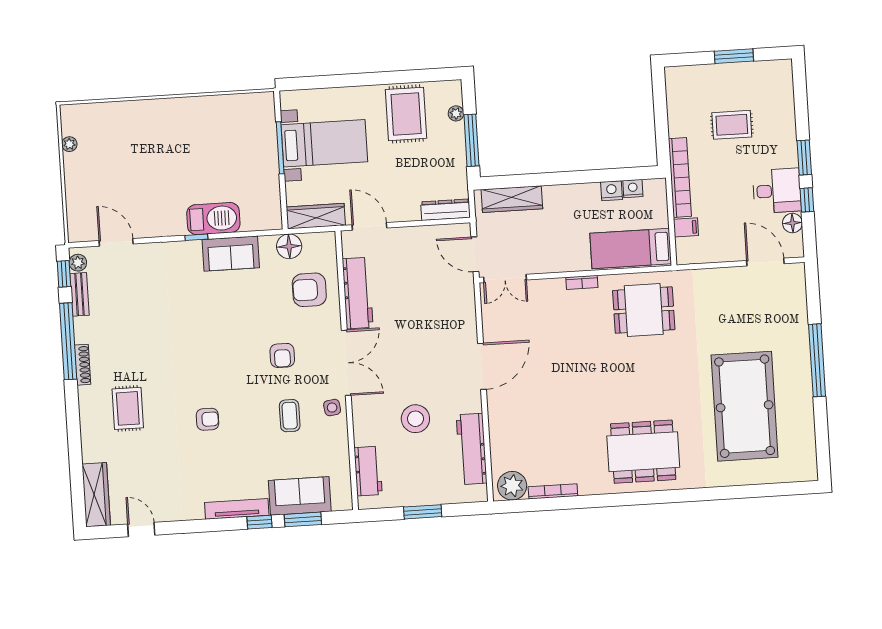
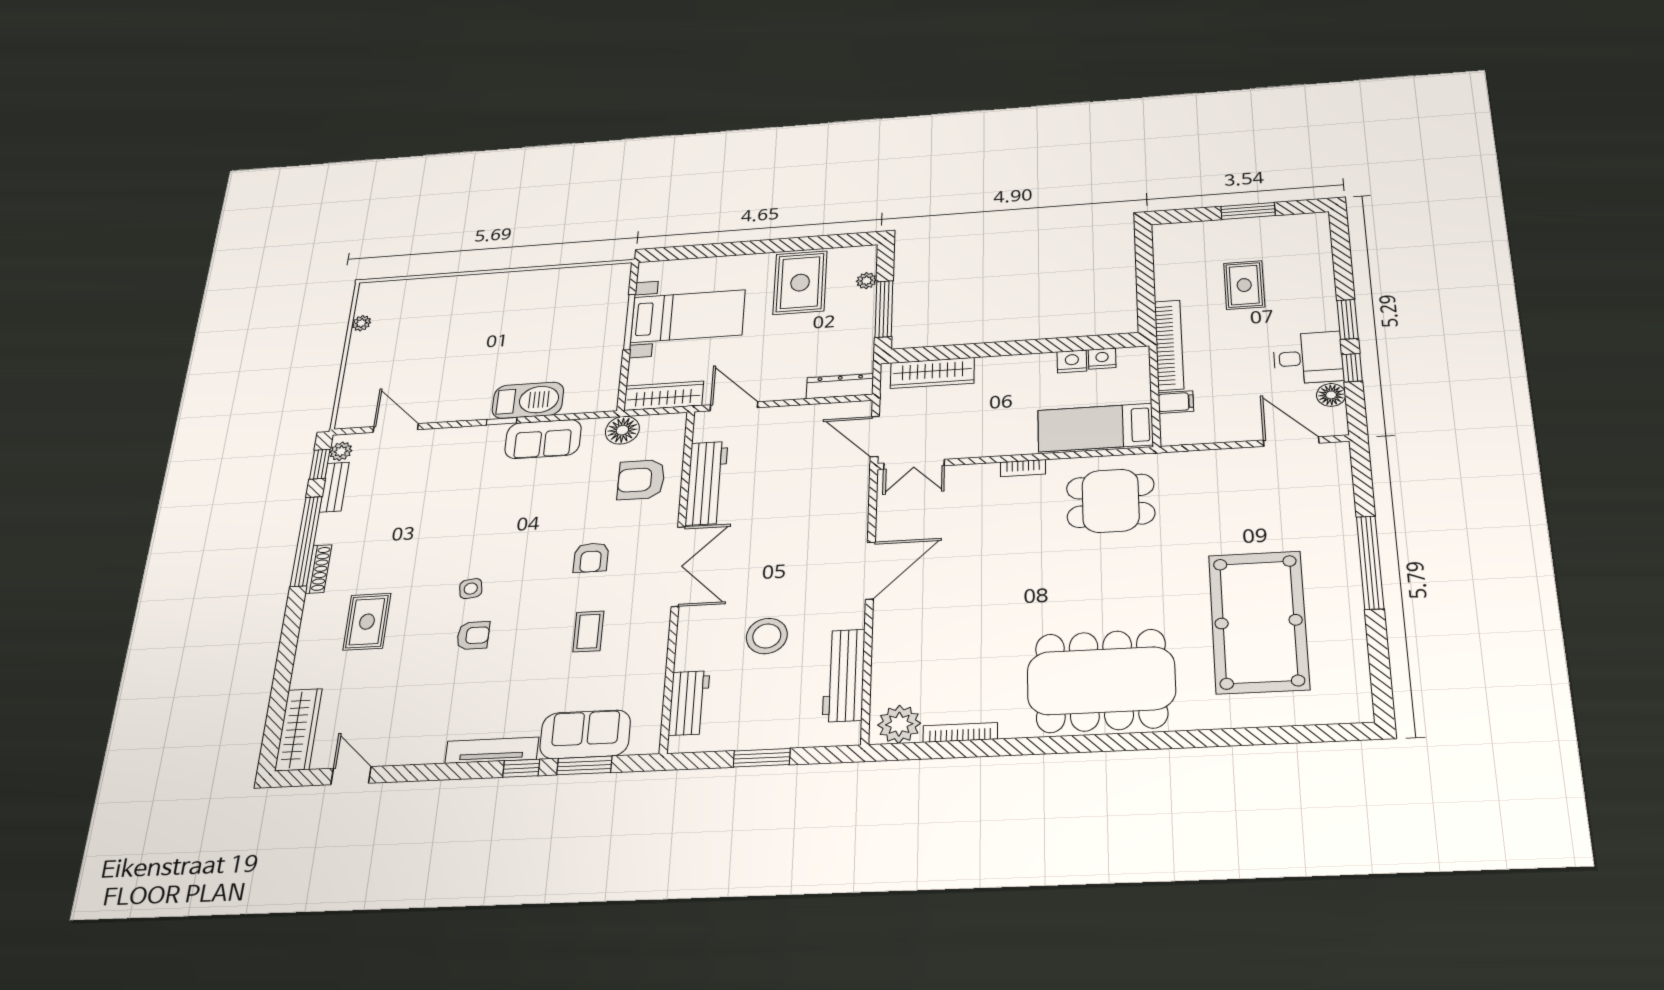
rug: (732, 125) -> (1244, 285), turned 90
side table: (332, 408) -> (471, 589), moved
dining table: (643, 452) -> (1101, 681), width x1.36, depth x1.24

